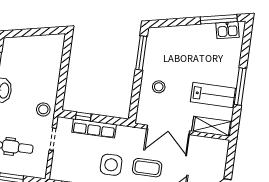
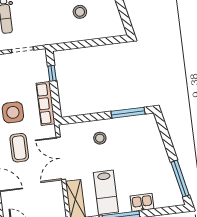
kitchen sink: (227, 30) -> (142, 202), moved, turned 102
stool: (43, 109) -> (80, 12), moved
row of seats: (94, 128) -> (46, 104), moved

